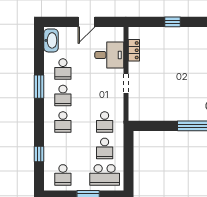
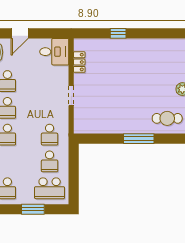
door: (87, 22) -> (20, 33), moved
desk: (109, 55) -> (54, 52), moved

